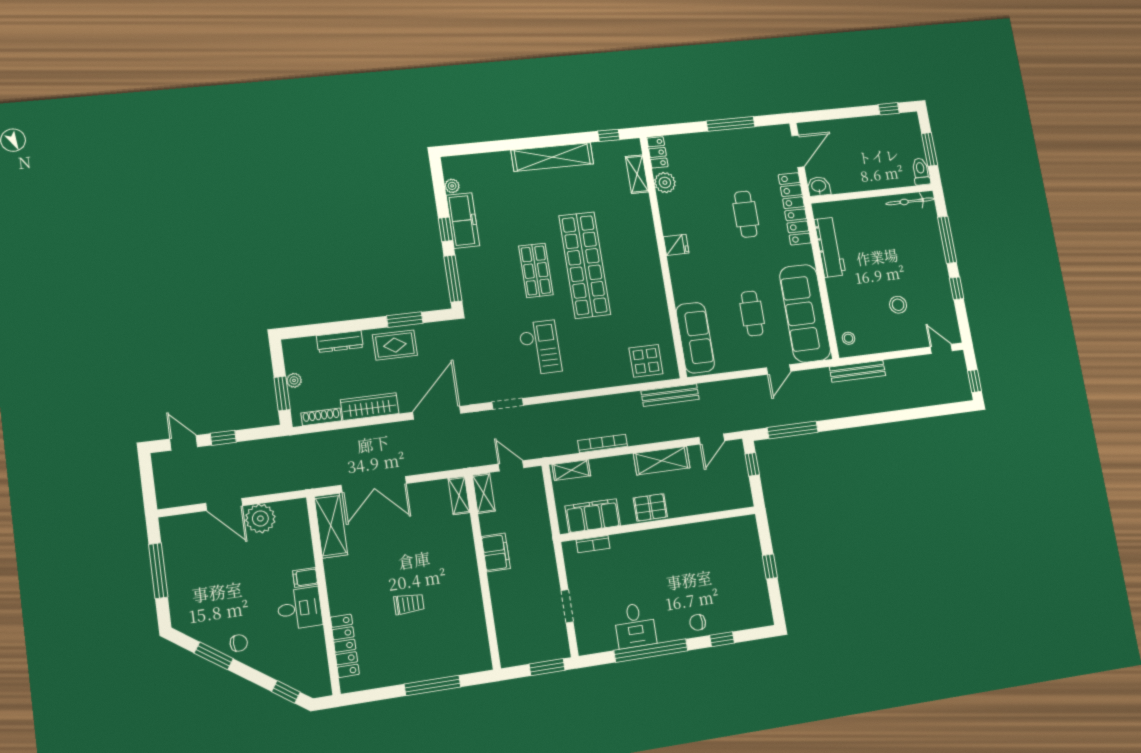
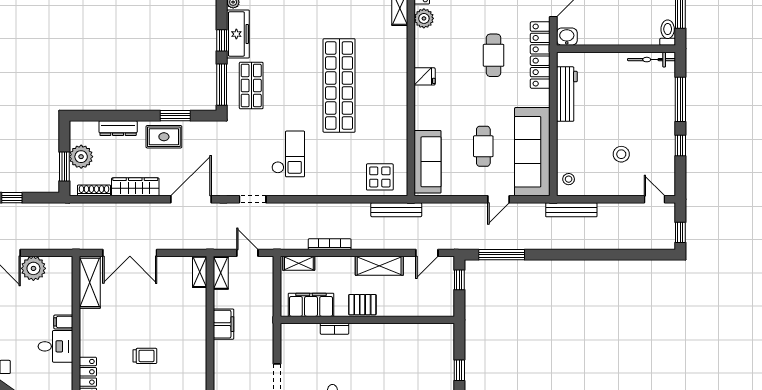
shop shelf: (536, 270) -> (251, 85), moved
plant: (294, 380) -> (81, 157), width x1.88, depth x1.88
bookcase: (593, 544) -> (335, 329), moved

